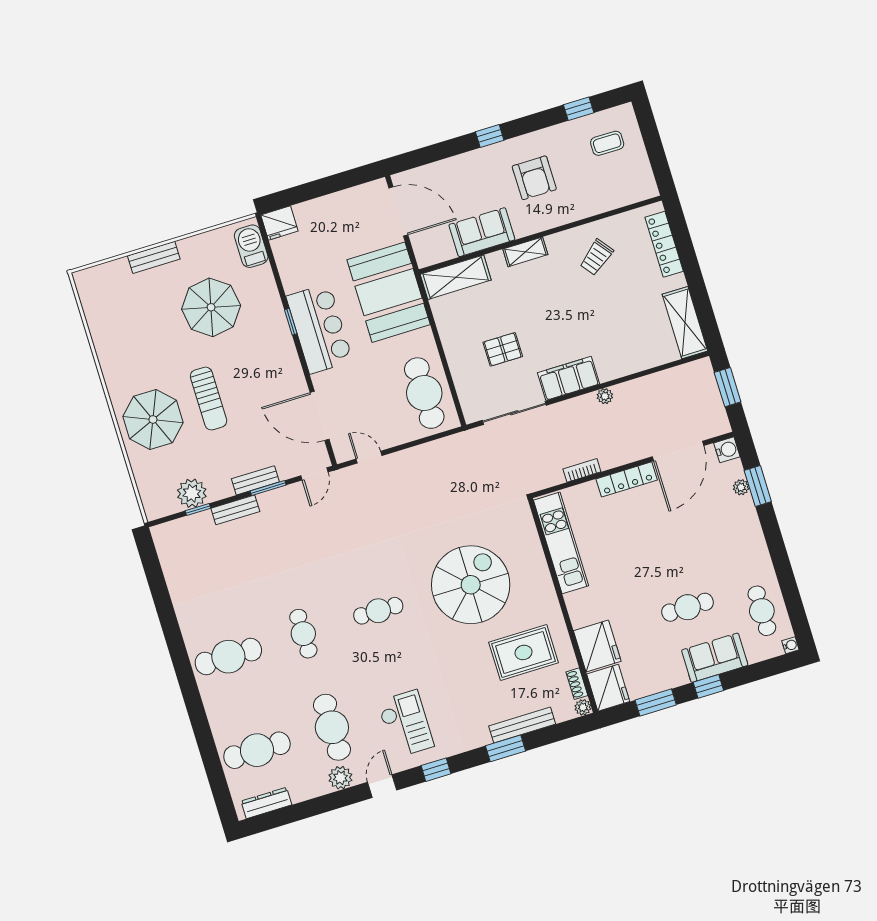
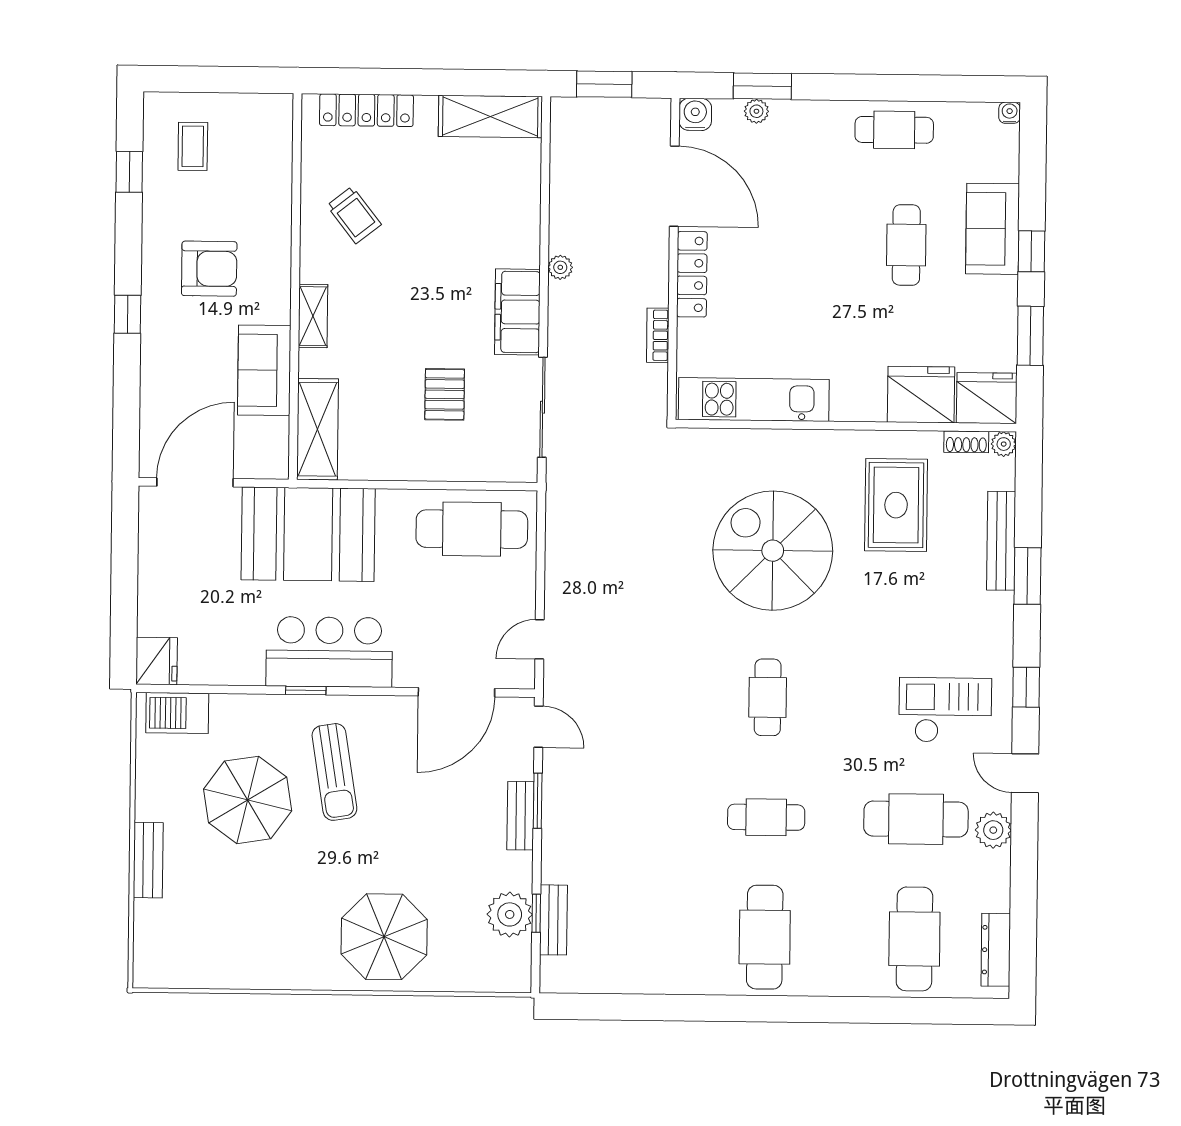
sun lounger: (209, 399) -> (334, 772), moved, turned 81
bench: (235, 510) -> (553, 920), moved
cafe table: (762, 611) -> (894, 130), moved

